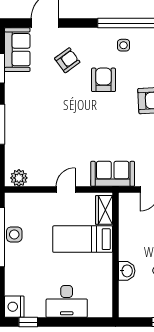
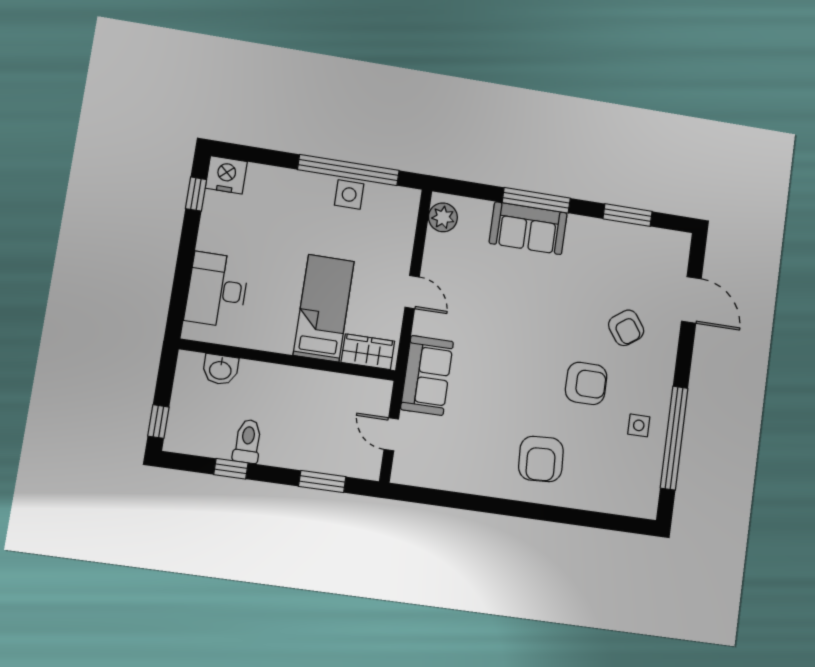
sofa: (17, 50) -> (528, 228), moved
washbasin: (127, 271) -> (220, 370), moved
desk: (67, 301) -> (217, 290), moved

